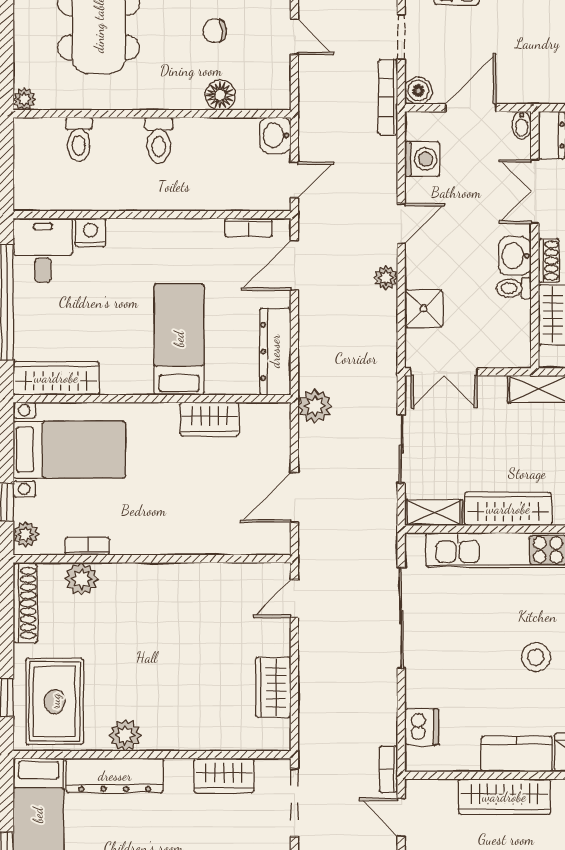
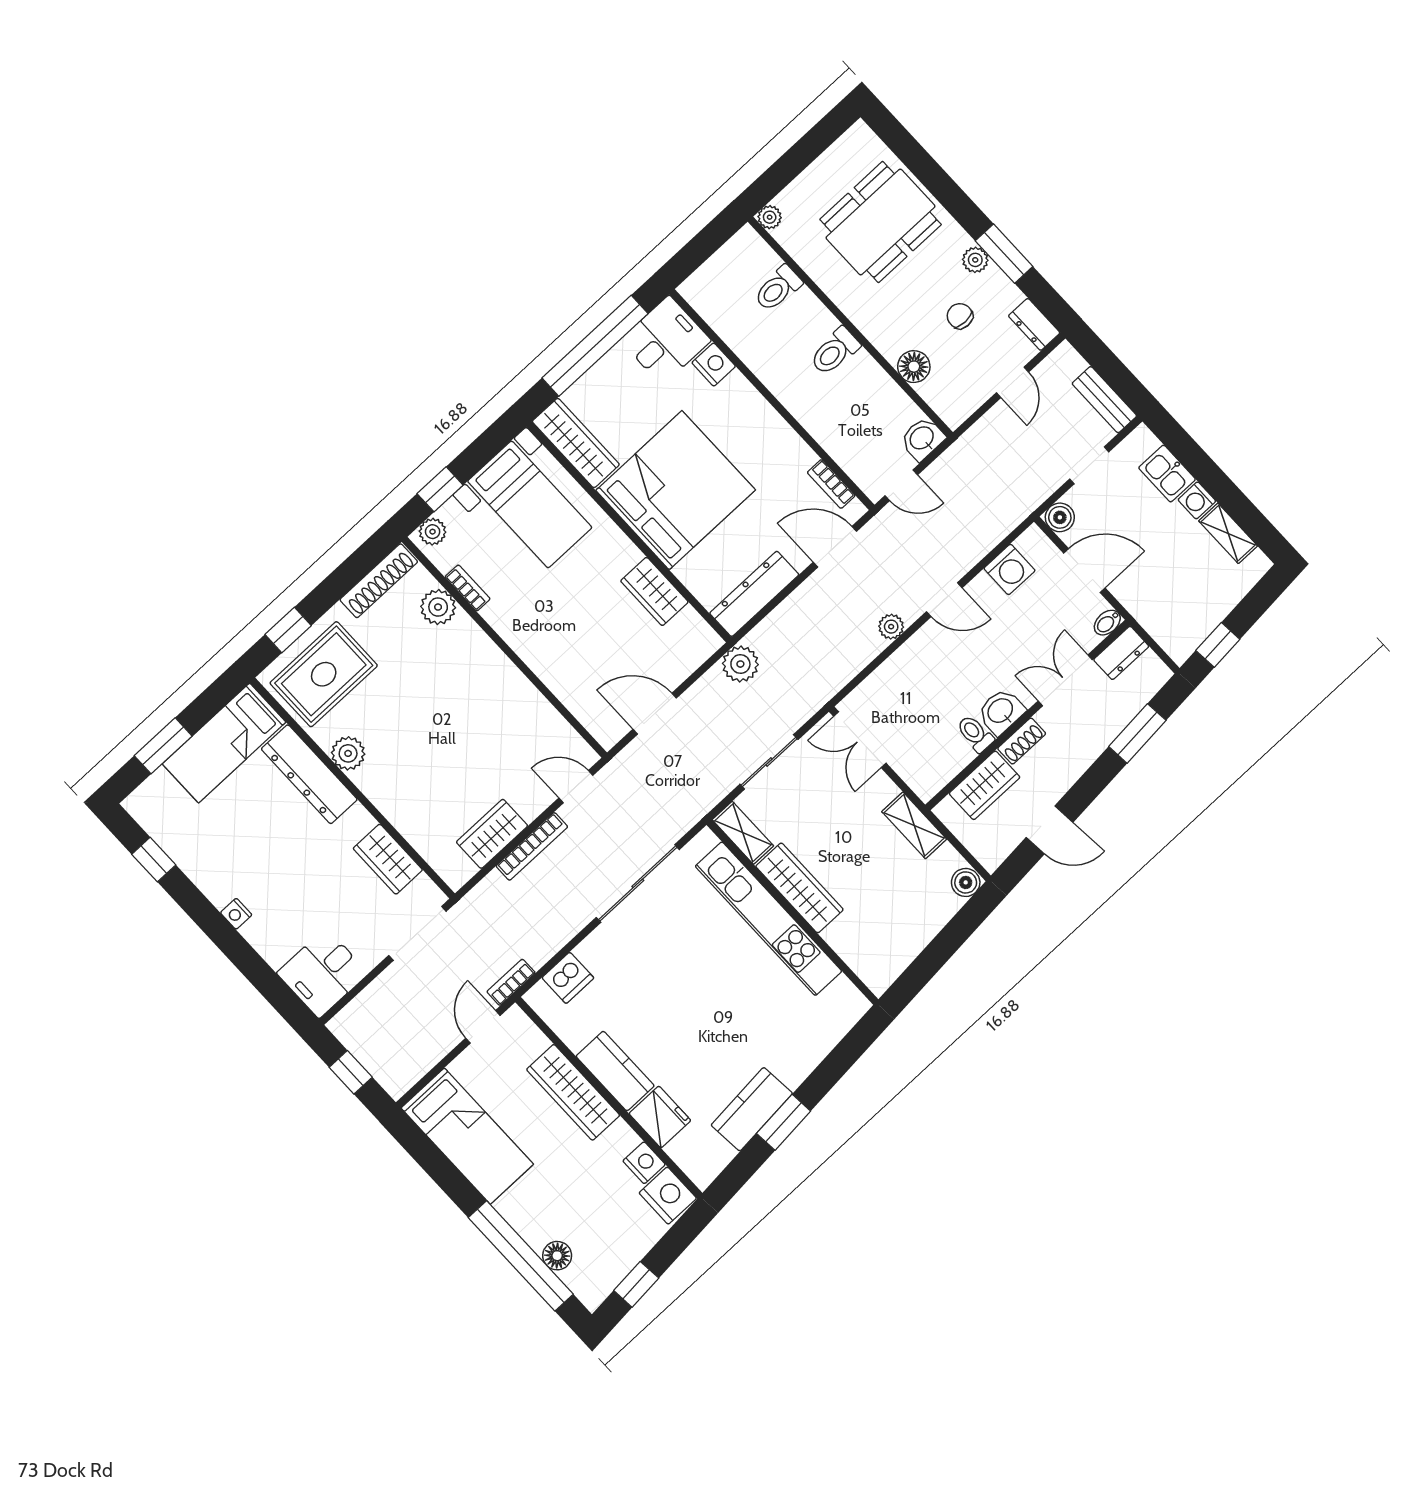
bookcase: (388, 97) -> (532, 846), moved, turned 180
shower: (424, 309) -> (894, 678), removed
bed: (179, 339) -> (676, 490), width x2.04
stool: (536, 657) -> (704, 1016), removed

